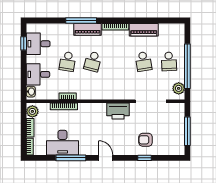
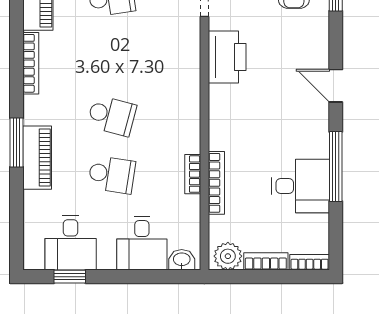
window: (81, 20) -> (17, 143), width x0.69
piano: (87, 29) -> (37, 158), moved
desk: (63, 143) -> (300, 186), width x0.73
door: (106, 158) -> (336, 86), hinge flipped

